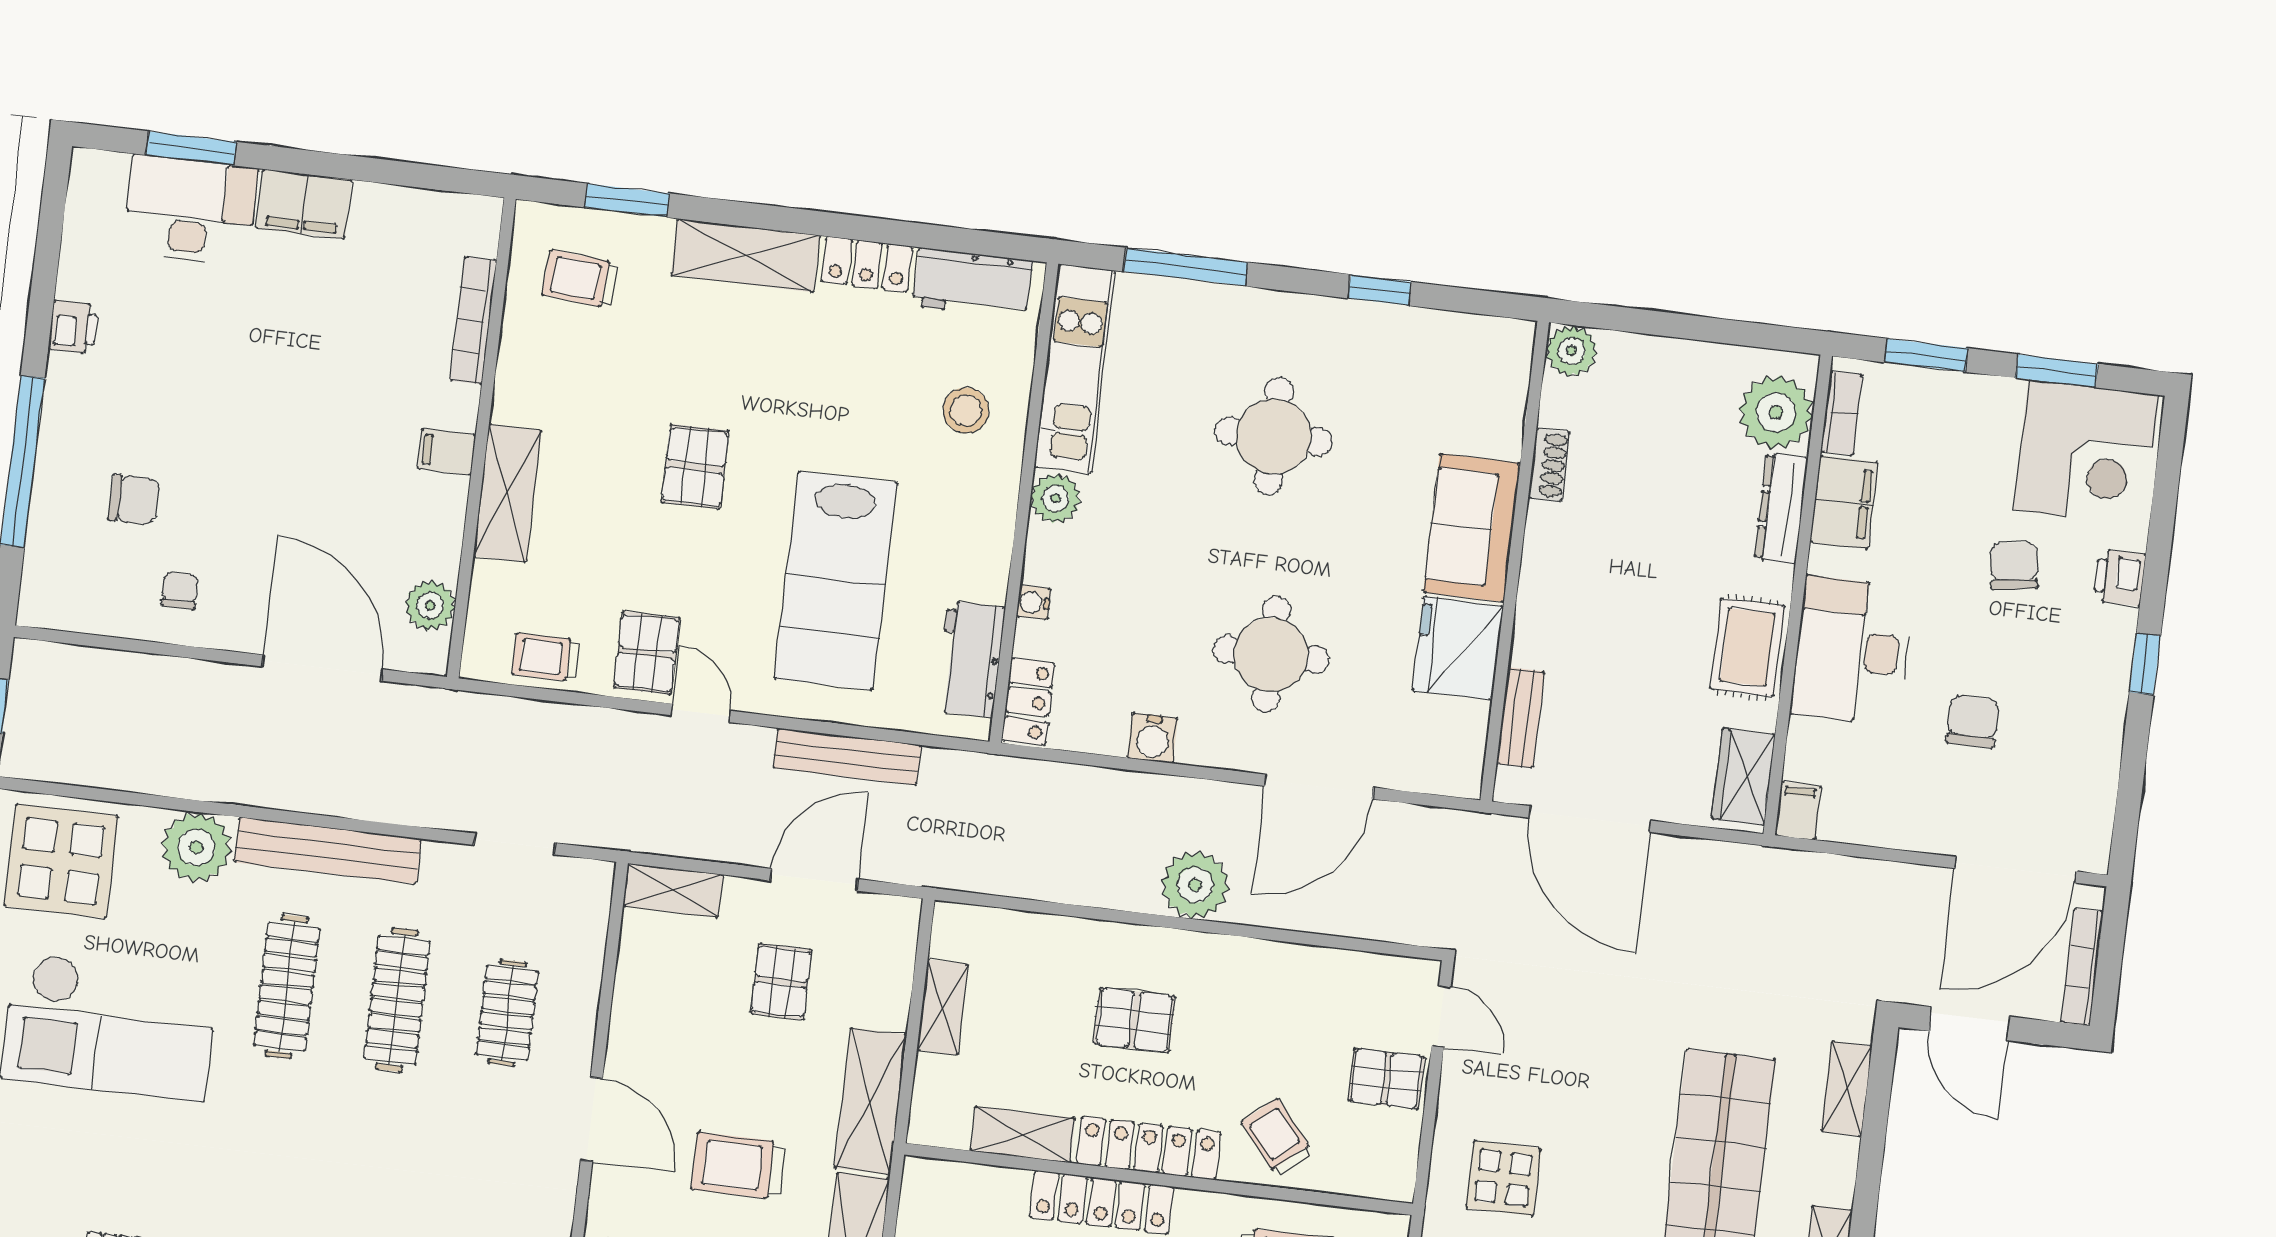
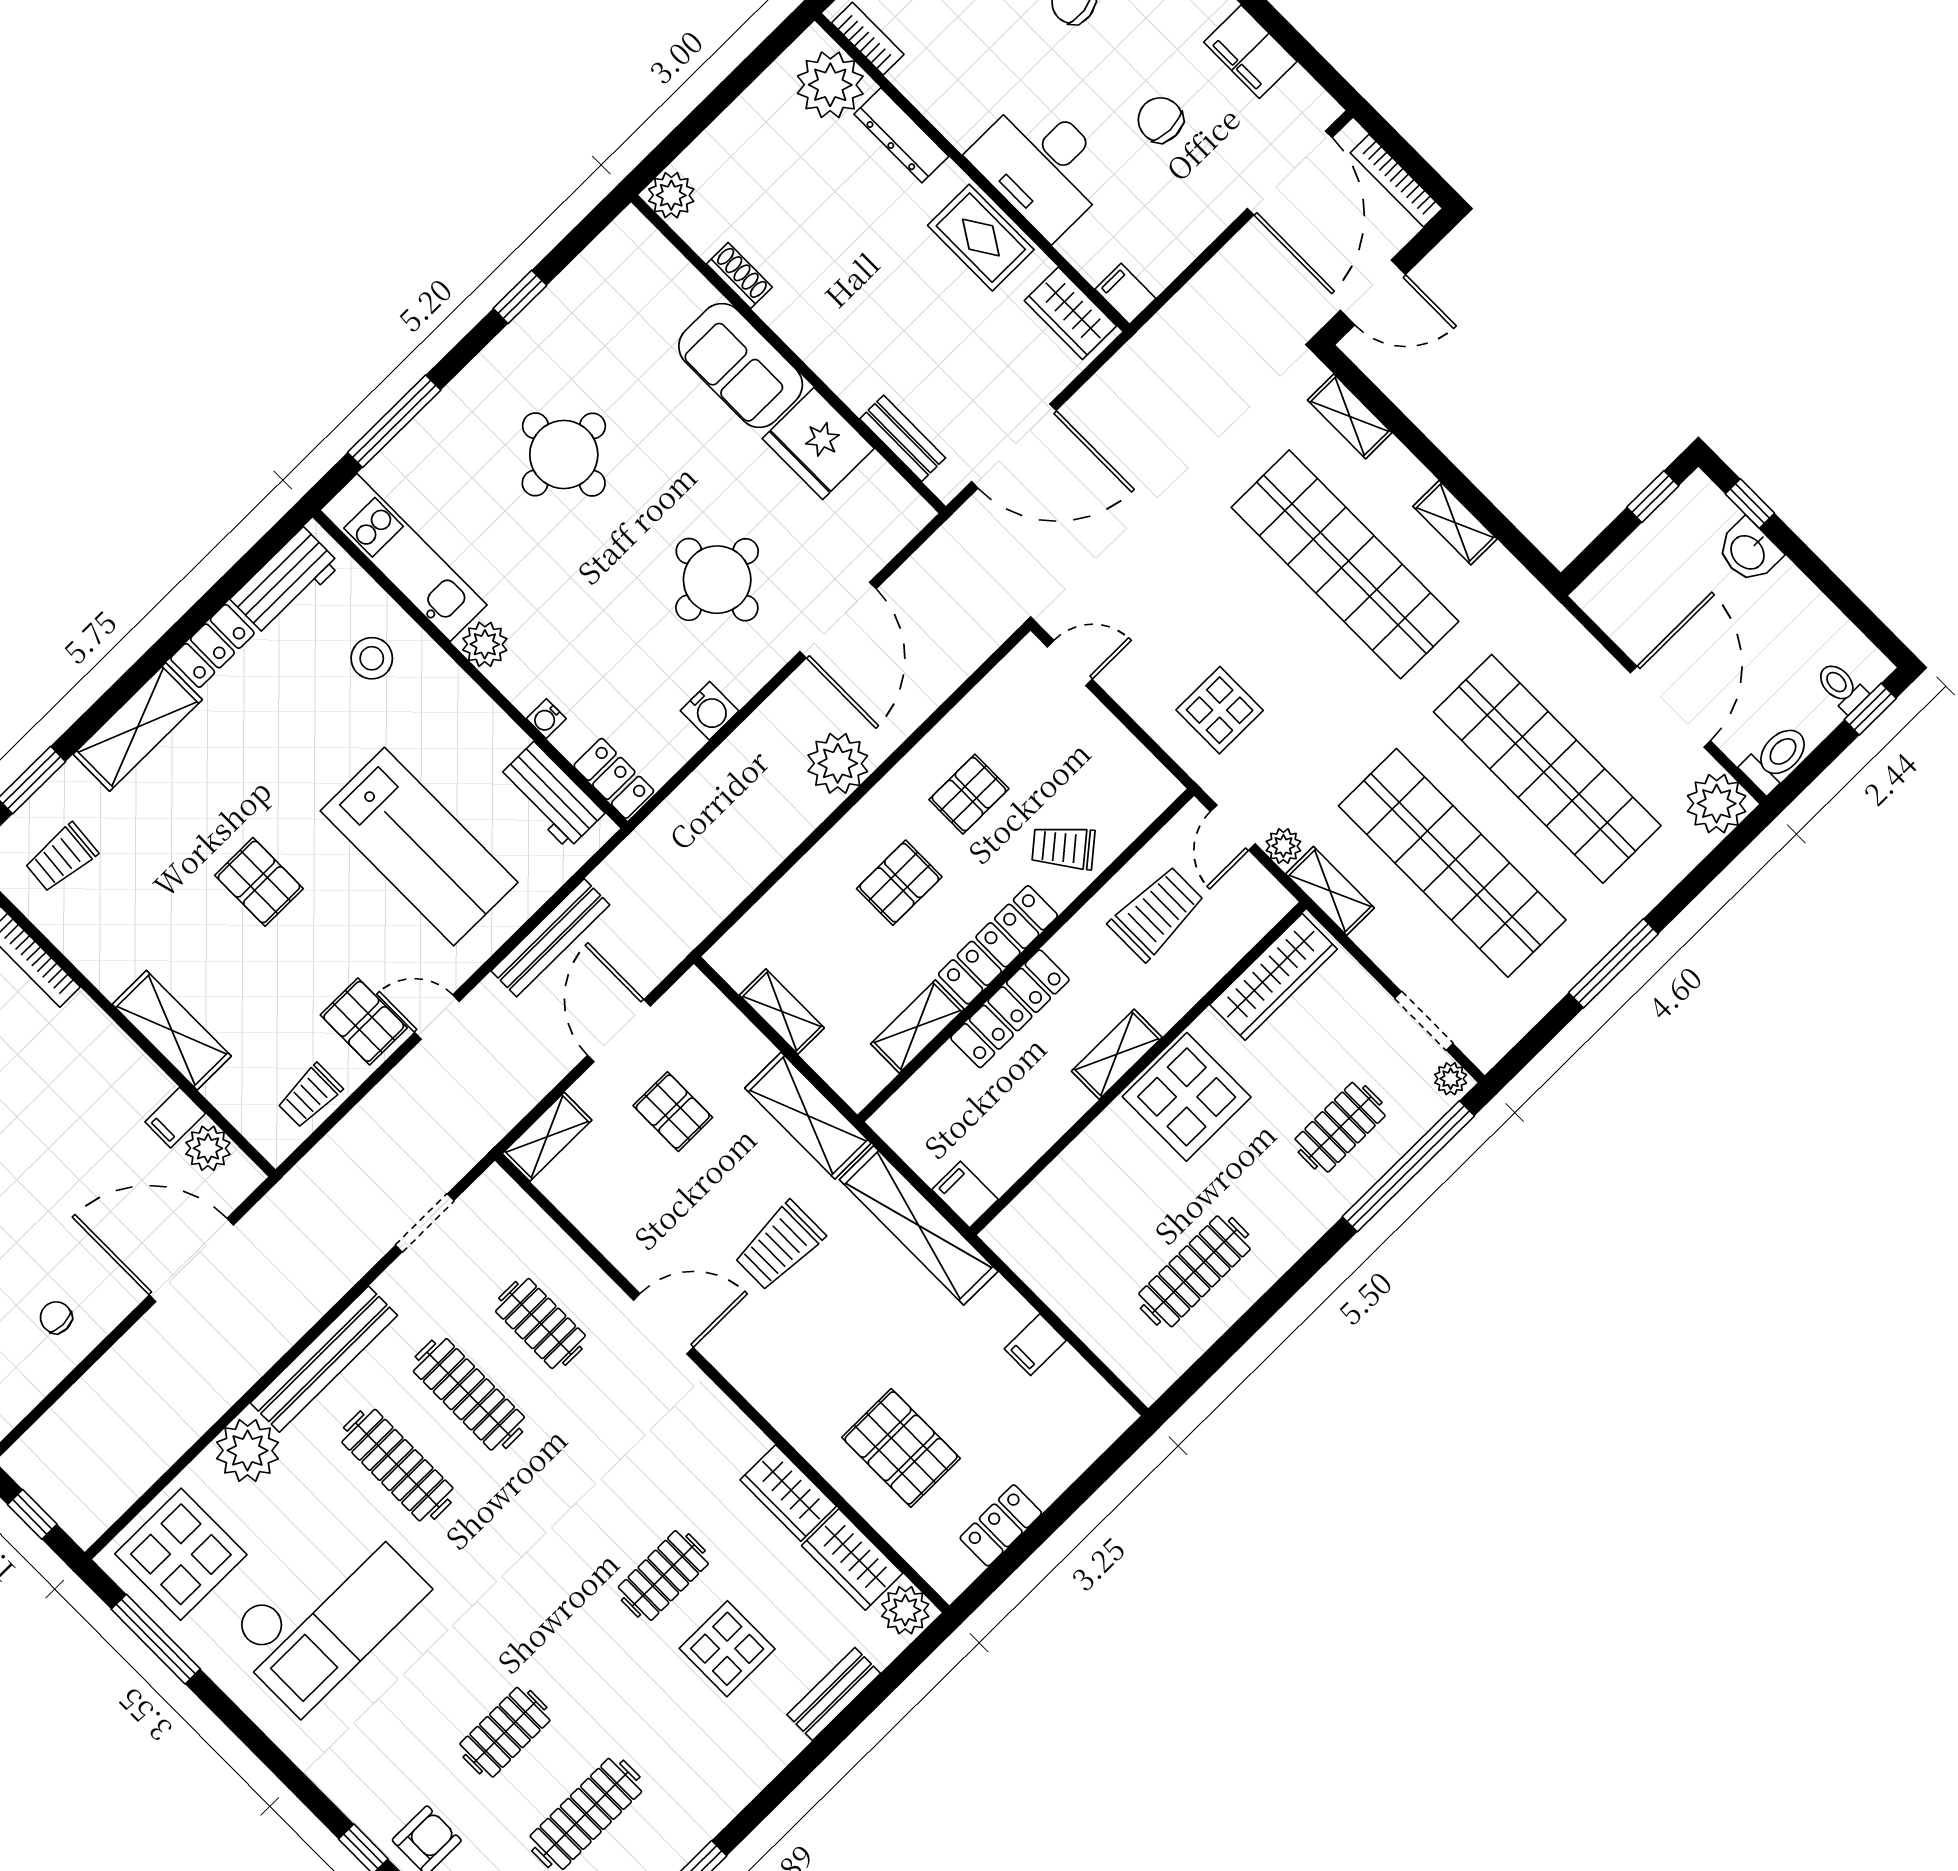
filing cabinet: (447, 452) -> (175, 1118), moved
filing cabinet: (1844, 502) -> (1250, 52), moved, turned 180
pallet: (1386, 1079) -> (969, 794), moved

